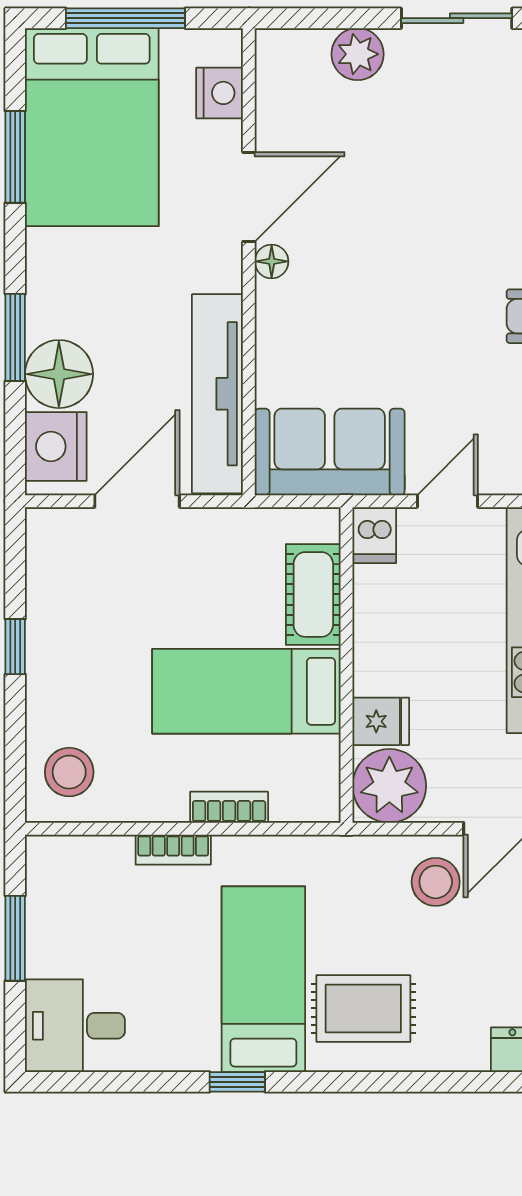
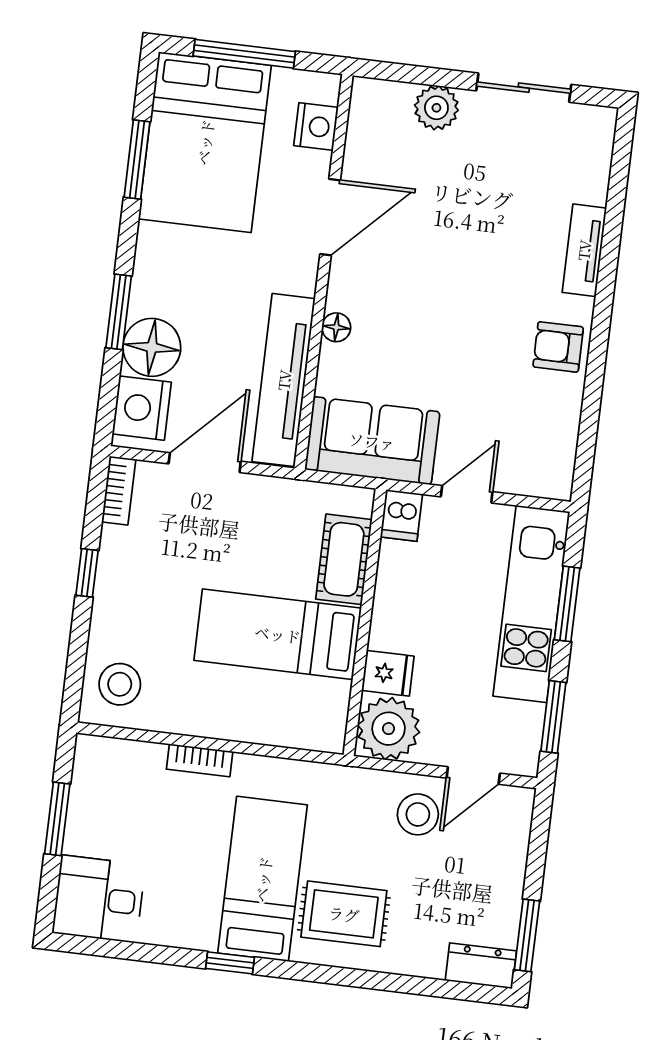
floor lamp: (272, 261) -> (336, 327), moved
bookcase: (229, 807) -> (119, 491), moved, turned 90

